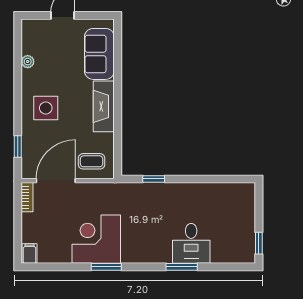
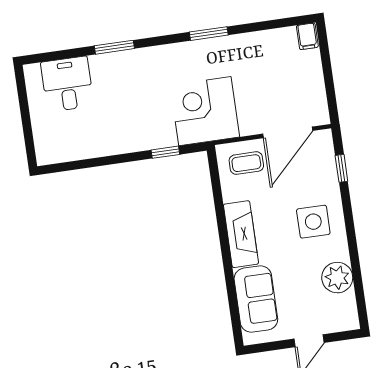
plant: (28, 62) -> (337, 278), width x1.88, depth x1.88
bookcase: (27, 197) -> (321, 107), removed
corner desk: (96, 239) -> (205, 111), moved, turned 180
desk: (191, 243) -> (67, 84), moved
window: (259, 243) -> (22, 91), removed

